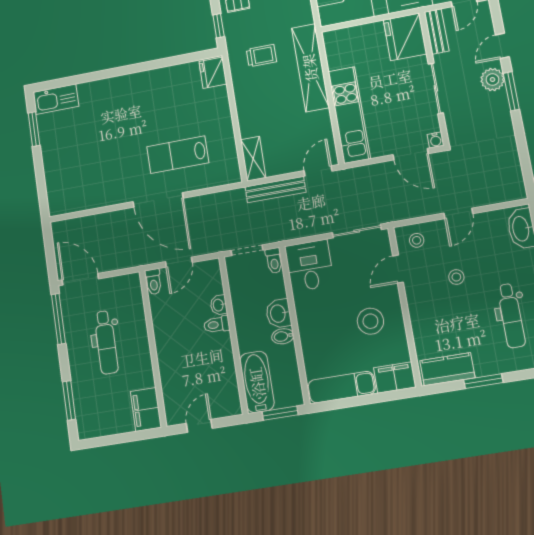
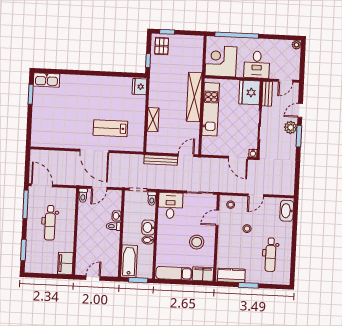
trolley: (261, 56) -> (169, 84), removed
kitchen unit: (349, 115) -> (211, 109), moved
shelving: (253, 159) -> (153, 120), moved

